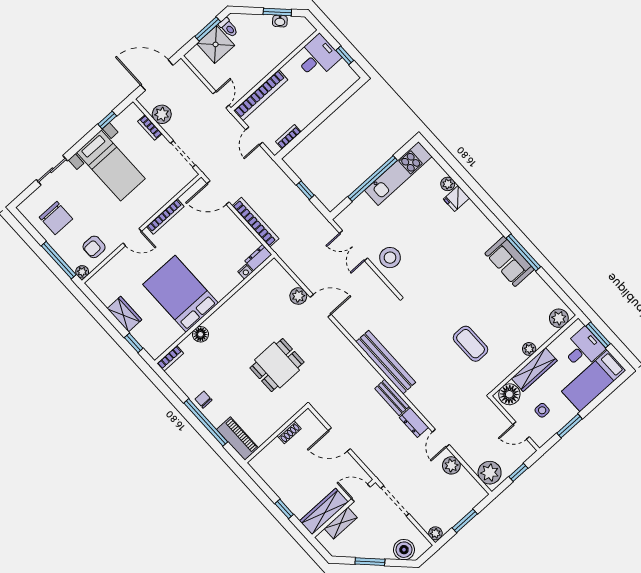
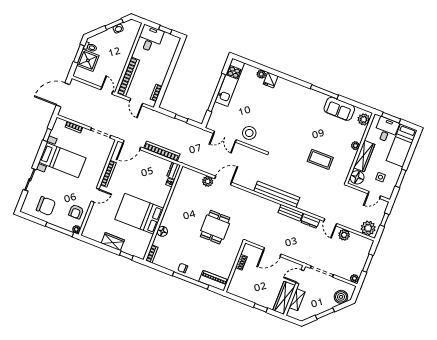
plant: (162, 114) -> (77, 116), removed
sofa: (509, 261) -> (339, 109), moved

